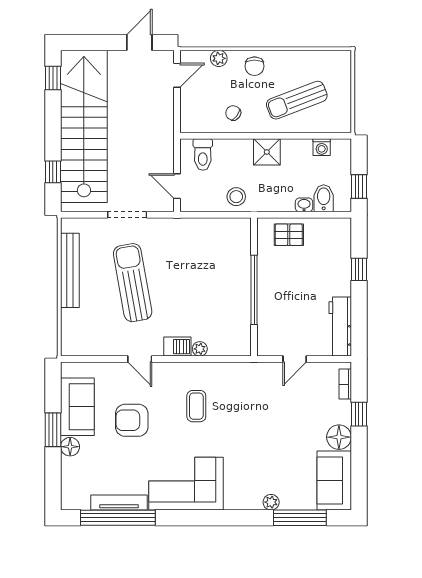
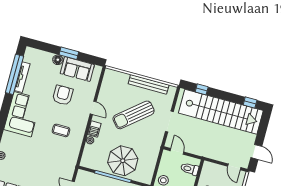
door: (177, 186) -> (177, 151), hinge flipped
parasol: (221, 280) -> (123, 161), added
sun lounger: (133, 283) -> (134, 115), turned 150
door: (140, 359) -> (93, 108), swing flipped

